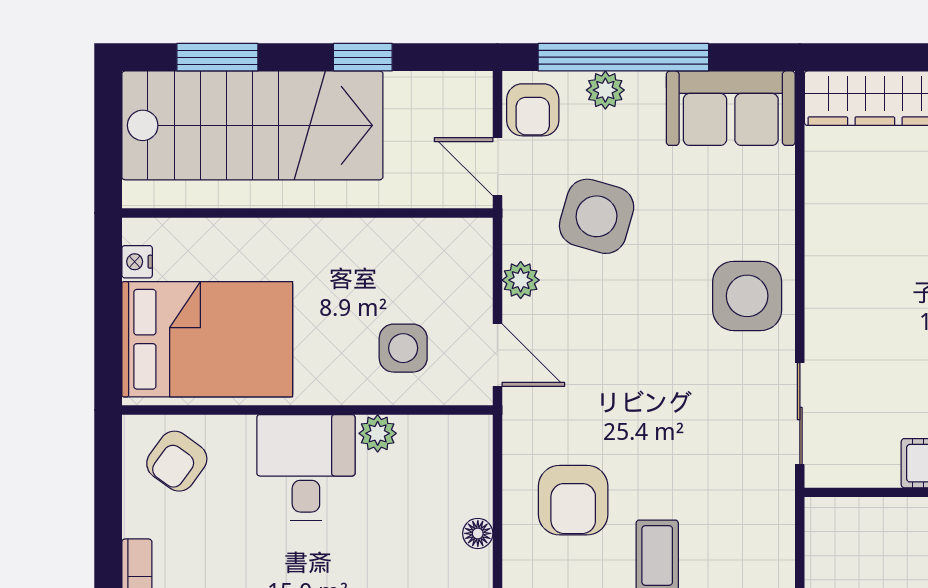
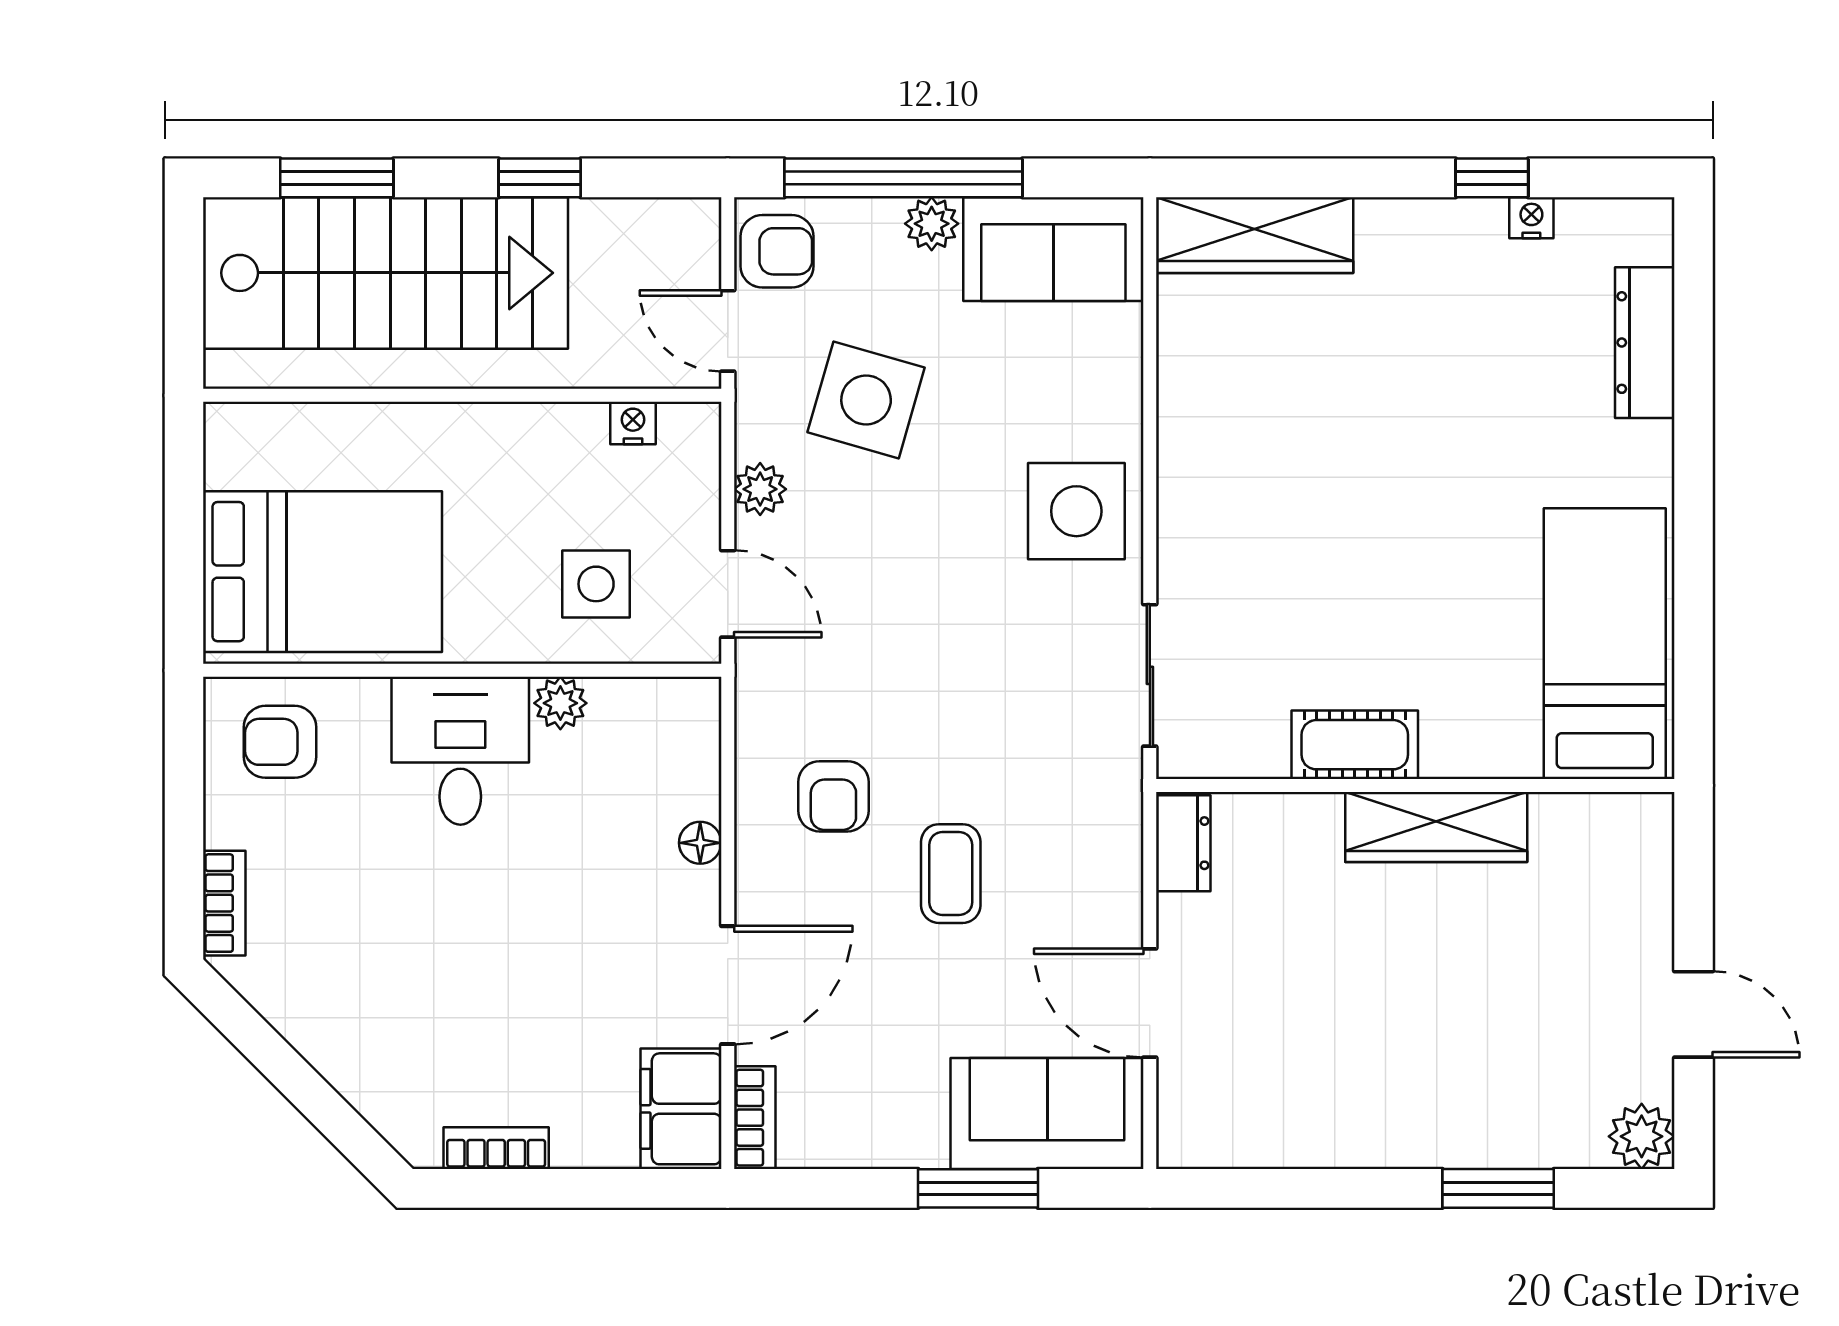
plant: (605, 90) -> (932, 224), moved
armchair: (533, 110) -> (777, 251), turned -90
nightstand: (137, 262) -> (633, 423), moved, turned 90
armchair: (177, 461) -> (280, 742), turned 54
armchair: (573, 500) -> (833, 796), width x0.72, depth x0.72
dresser: (824, 534) -> (1183, 843), added

